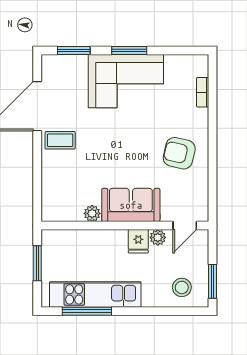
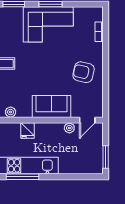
plant: (92, 213) -> (11, 112), moved
fridge: (138, 241) -> (28, 130), moved
stool: (182, 287) -> (85, 161), removed

